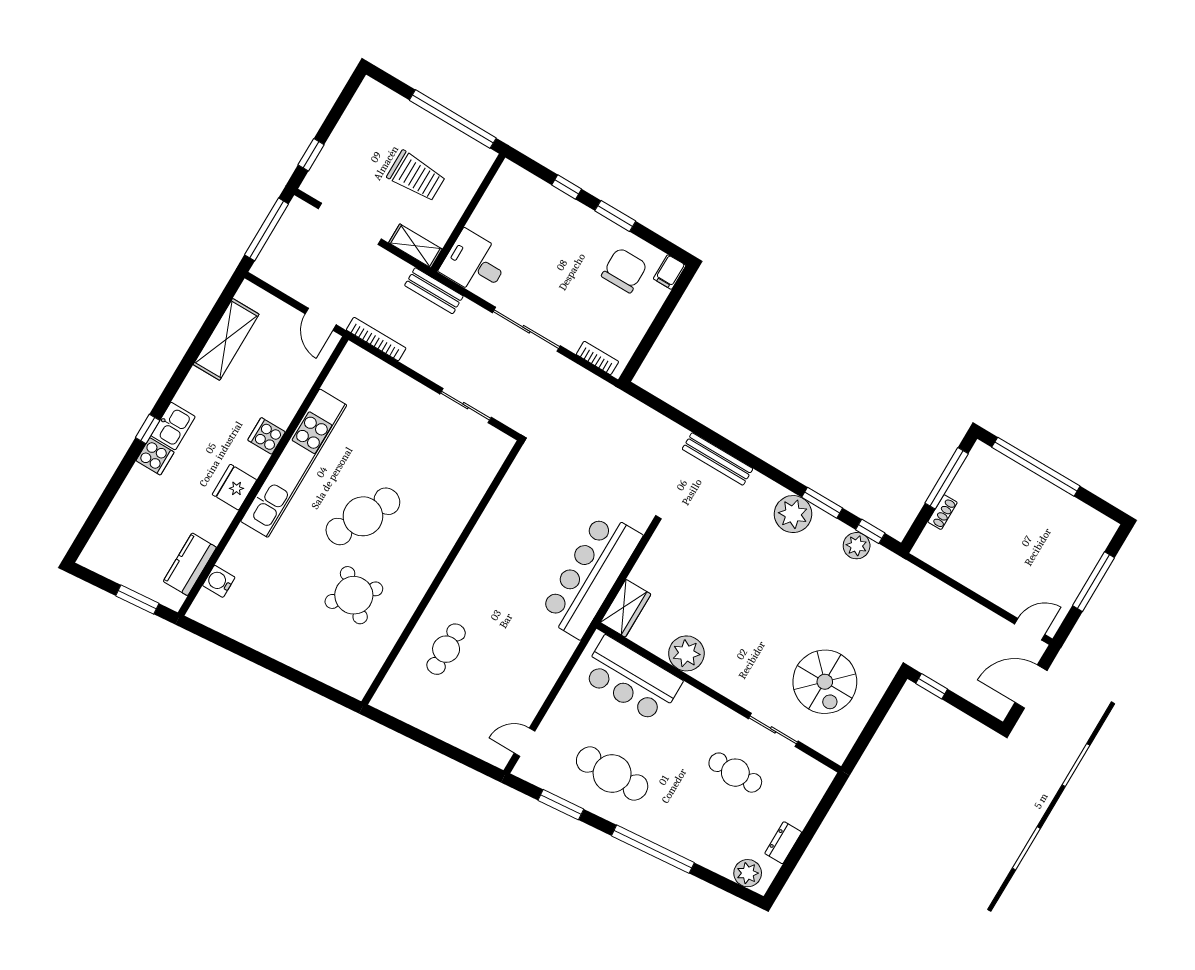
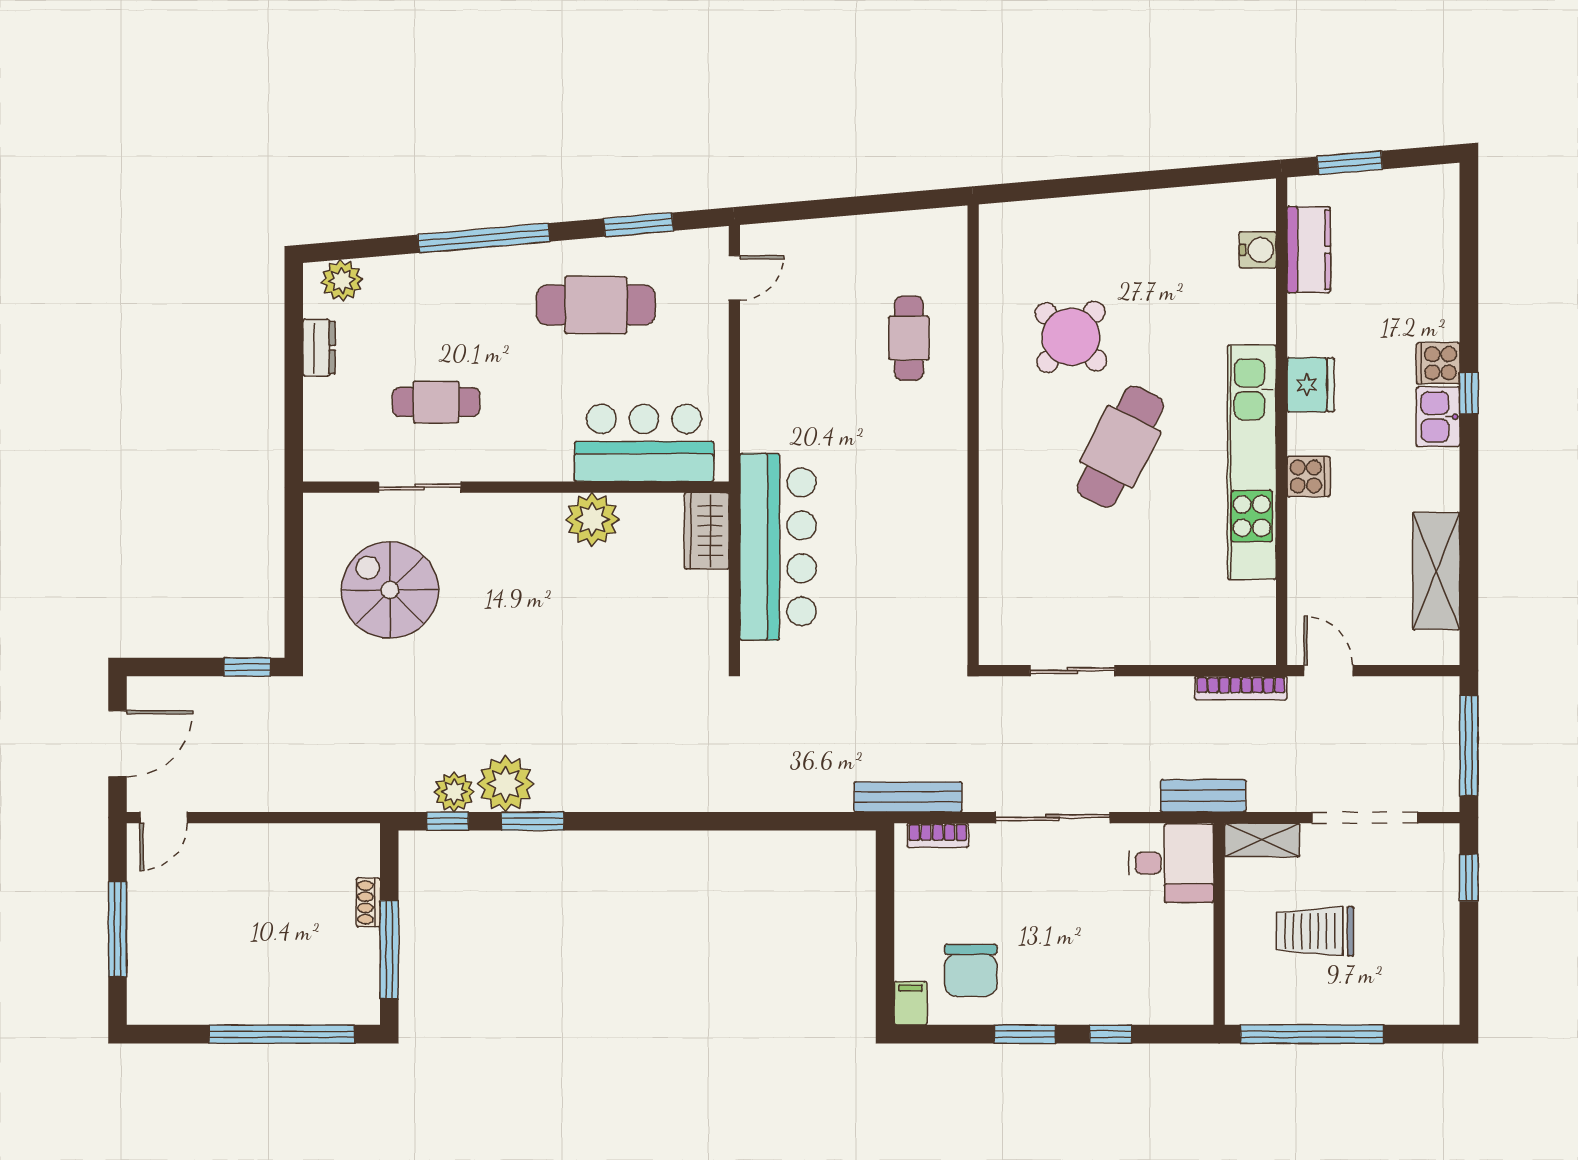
bench: (717, 459) -> (908, 797), moved
plant: (793, 514) -> (506, 784), moved

